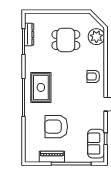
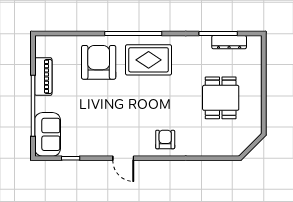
plant: (96, 37) -> (226, 144), removed
armchair: (56, 127) -> (99, 62), moved
sofa: (96, 144) -> (48, 134), moved, turned 90

